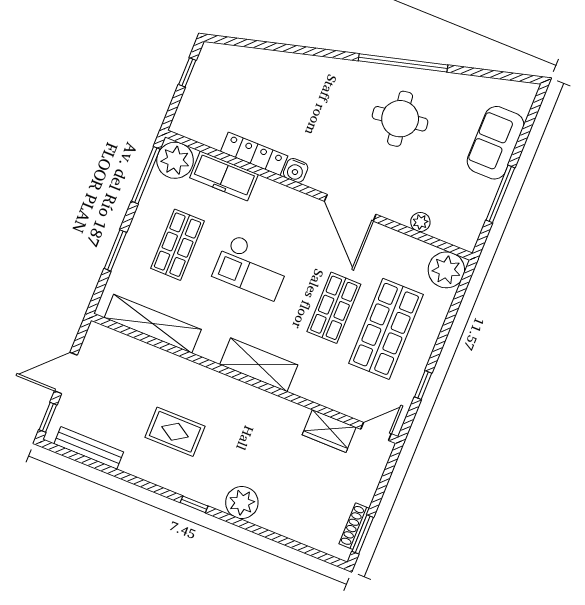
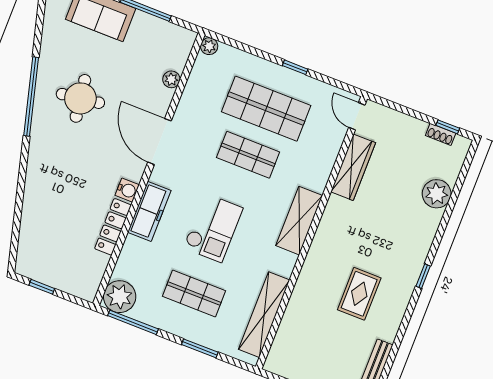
freezer: (224, 176) -> (149, 211), moved
door: (350, 208) -> (160, 142), swing flipped
plant: (446, 270) -> (209, 46), width x0.53, depth x0.53
window: (423, 385) -> (295, 67), moved
wardrobe: (329, 431) -> (353, 167), width x1.50
plant: (242, 503) -> (437, 194), moved
shoe rack: (354, 526) -> (441, 134), width x0.70
window: (363, 534) -> (448, 127), width x0.67

